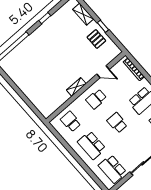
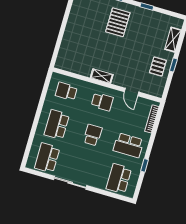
pallet: (43, 48) -> (118, 22), added
school desk: (96, 99) -> (102, 102), turned 180
school desk: (71, 122) -> (66, 91), turned -90

